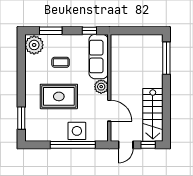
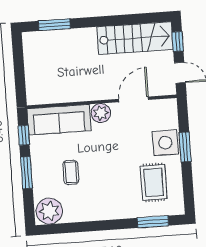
window: (51, 31) -> (26, 173), moved
window: (166, 58) -> (54, 25), width x0.69
rug: (59, 96) -> (154, 182), moved, width x0.73, depth x0.70
window: (73, 145) -> (185, 147), width x0.47

